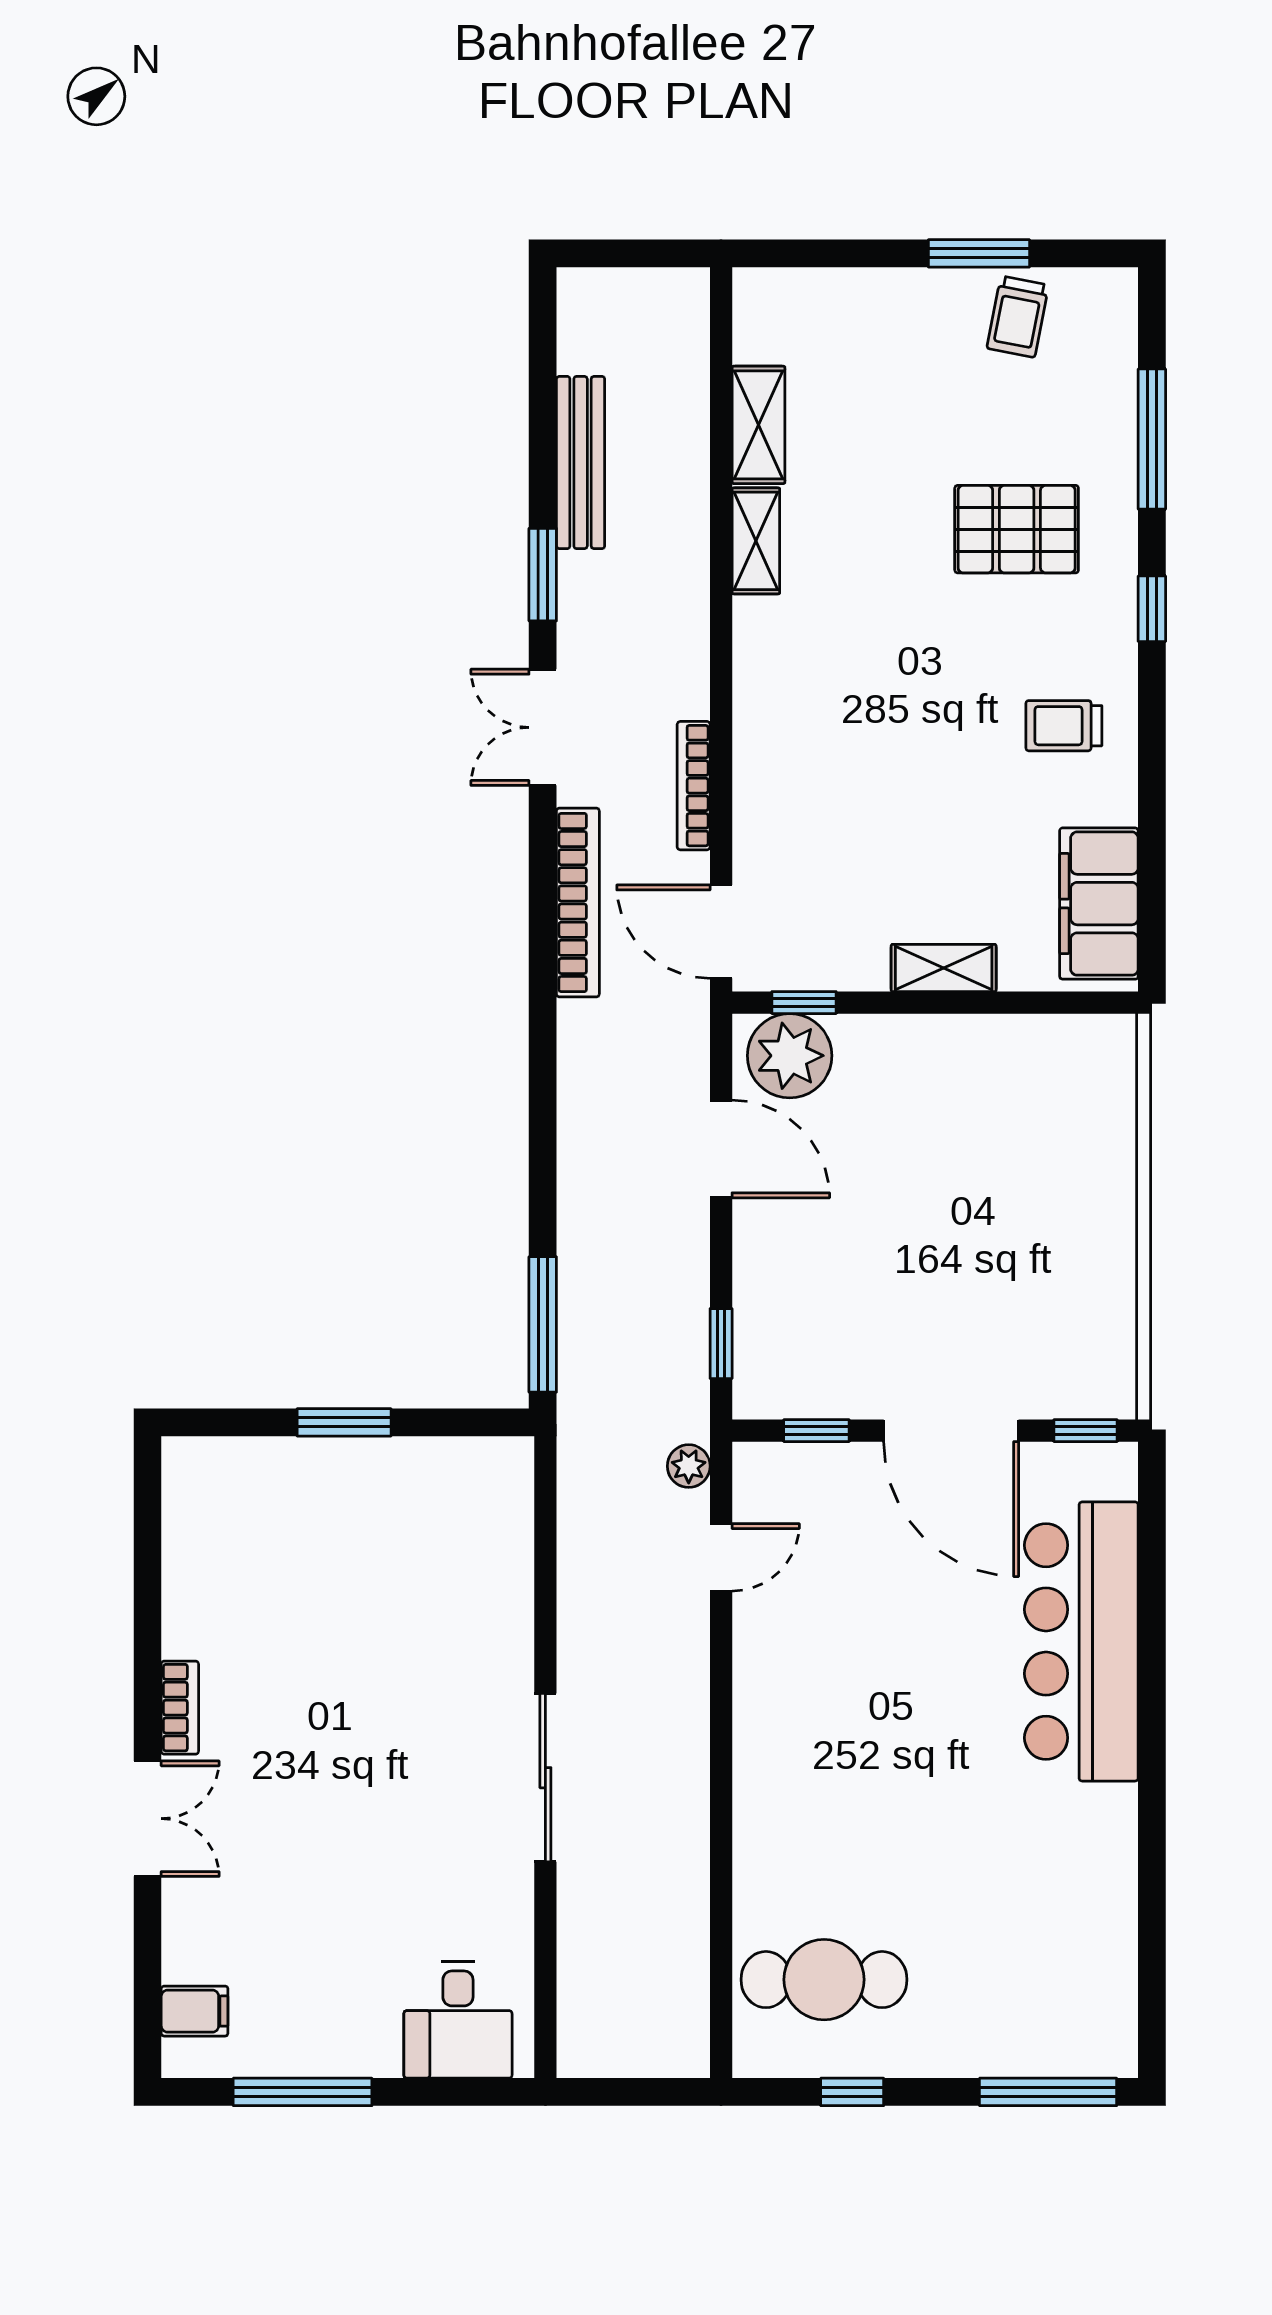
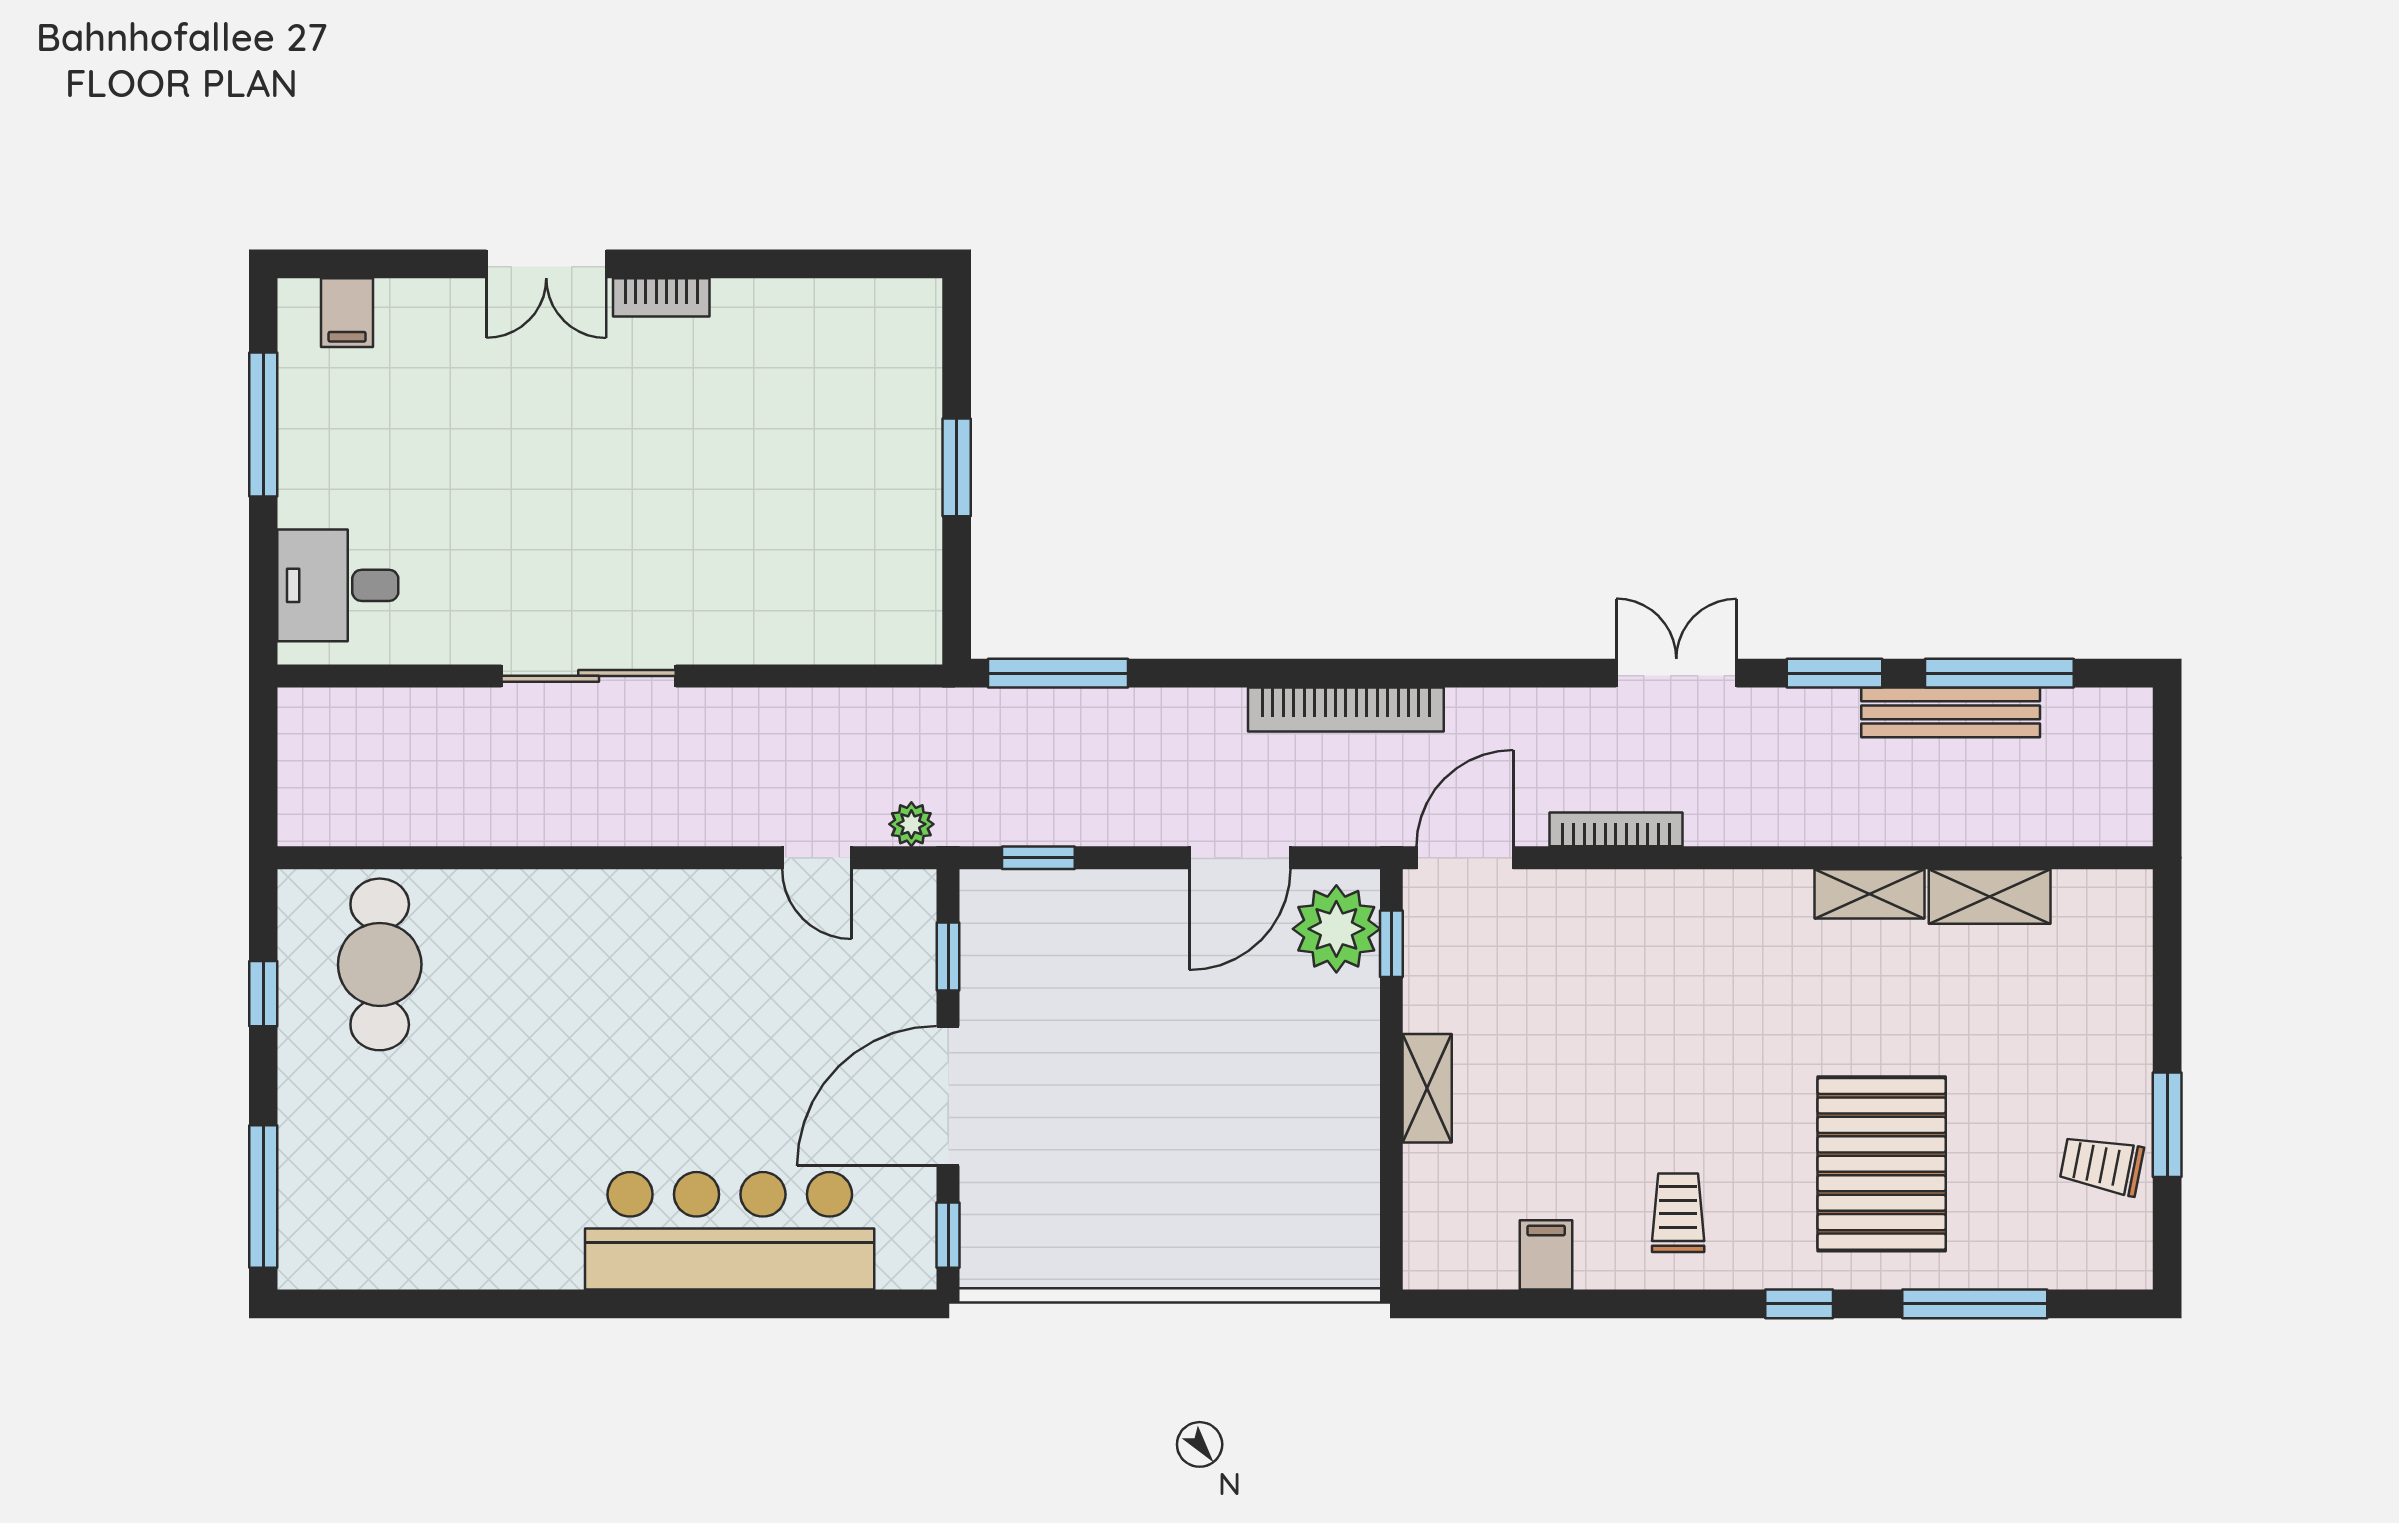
window: (543, 415) -> (1999, 673), added
pallet: (1017, 529) -> (1882, 1164), width x1.37, depth x1.41
bookcase: (578, 902) -> (1346, 709), moved
filing cabinet: (1099, 904) -> (1546, 1255), width x0.33, depth x0.86

